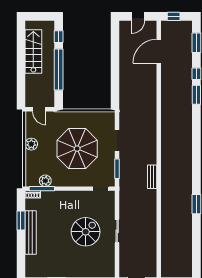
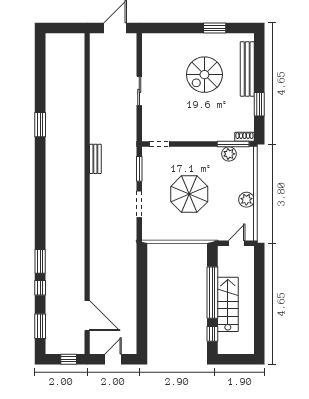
door: (159, 51) -> (87, 316), hinge flipped
stairs: (33, 52) -> (228, 304), moved, turned 180
door: (39, 109) -> (237, 243), hinge flipped
parasol: (77, 149) -> (189, 194), width x0.73, depth x0.73
spiral stairs: (86, 232) -> (204, 75), moved
bench: (31, 233) -> (247, 69), moved

